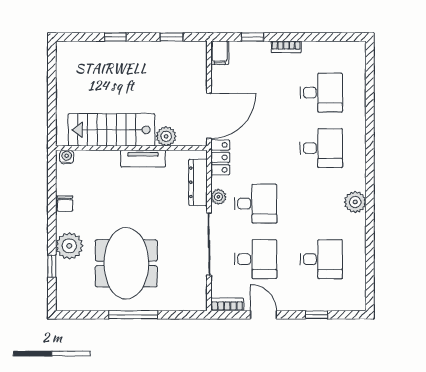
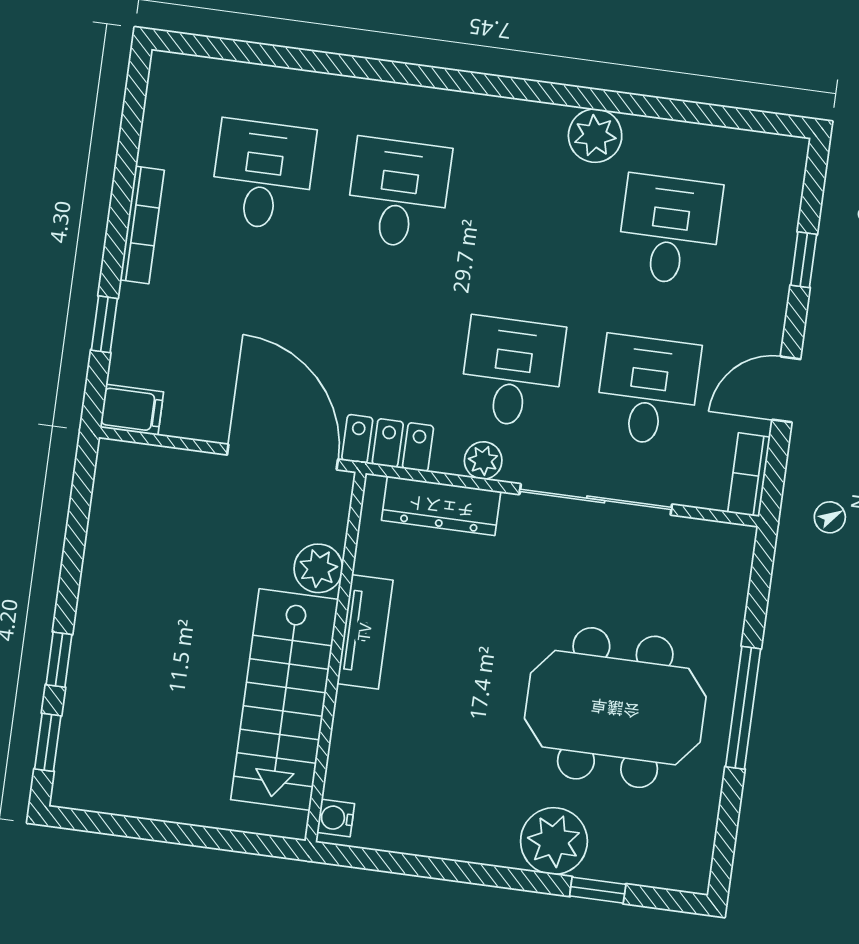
window: (171, 37) -> (48, 742), moved
bookcase: (286, 47) -> (142, 225), width x1.56
plant: (355, 202) -> (595, 136), moved
chair: (65, 204) -> (449, 837), removed

